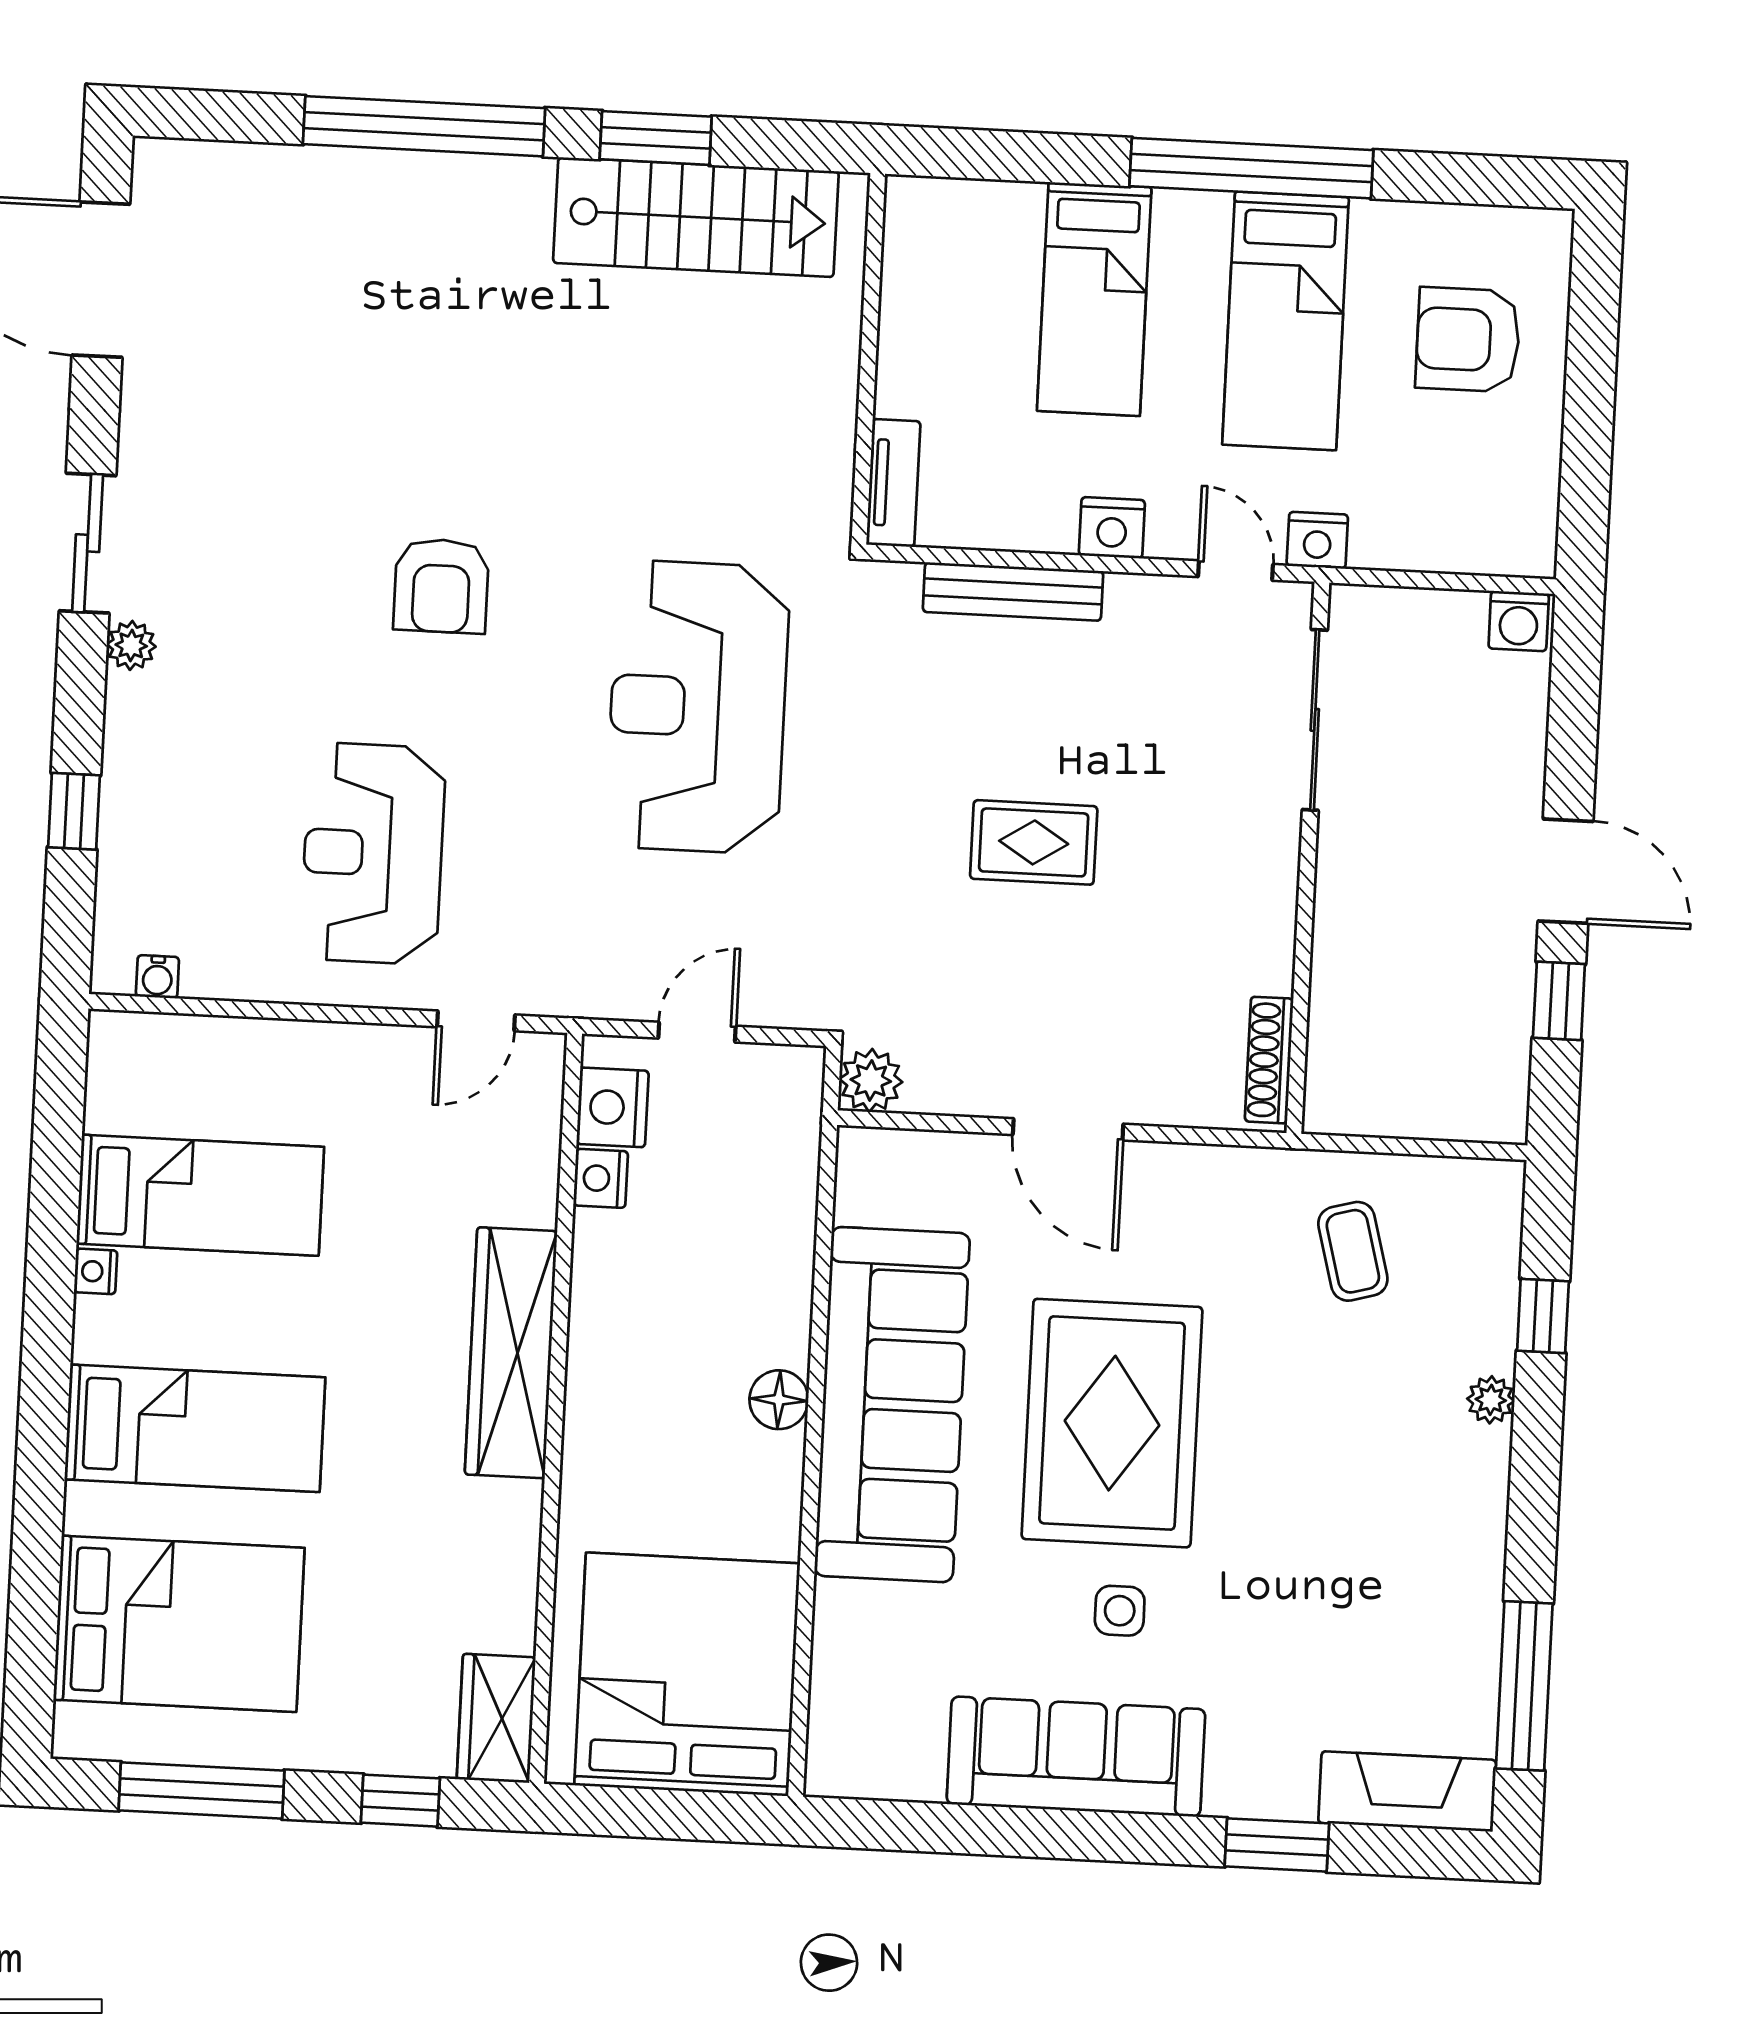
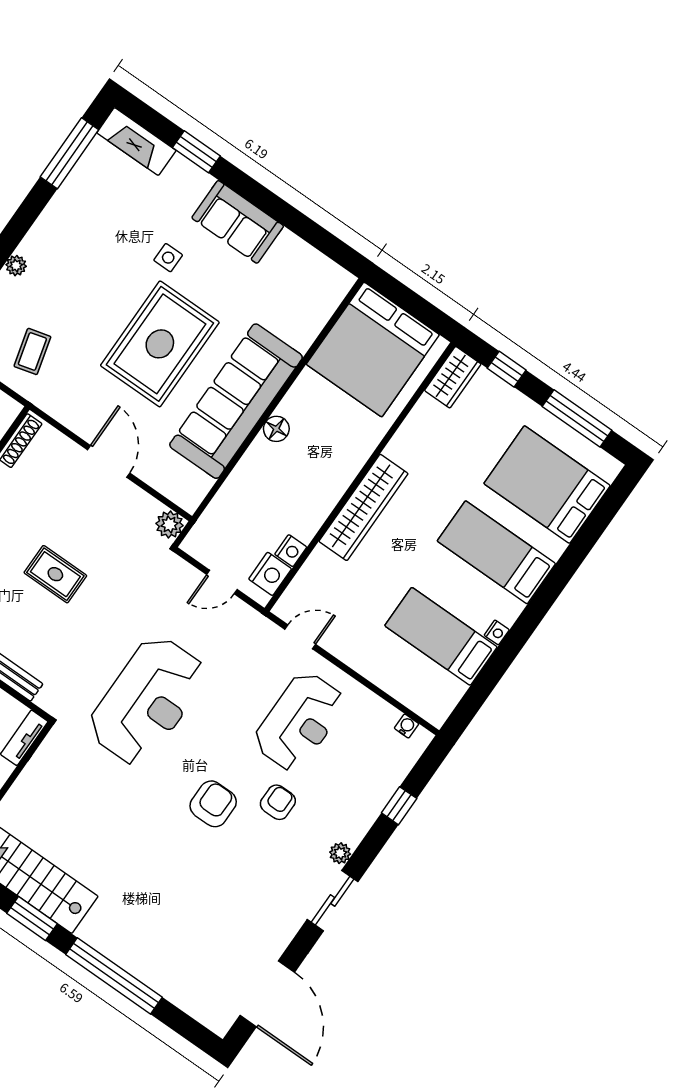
armchair: (316, 669) -> (278, 802), added
side table: (1120, 1611) -> (168, 258), moved
sofa: (1076, 1757) -> (238, 222), width x0.73

